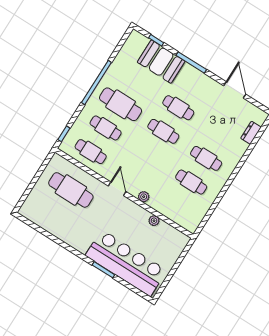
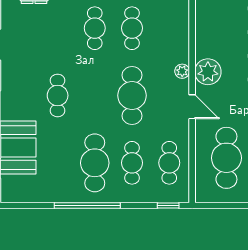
cafe table: (163, 131) -> (132, 95), moved, width x1.37, depth x1.35
door: (117, 189) -> (192, 107), swing flipped
plant: (154, 221) -> (208, 72), moved, width x1.88, depth x1.88

